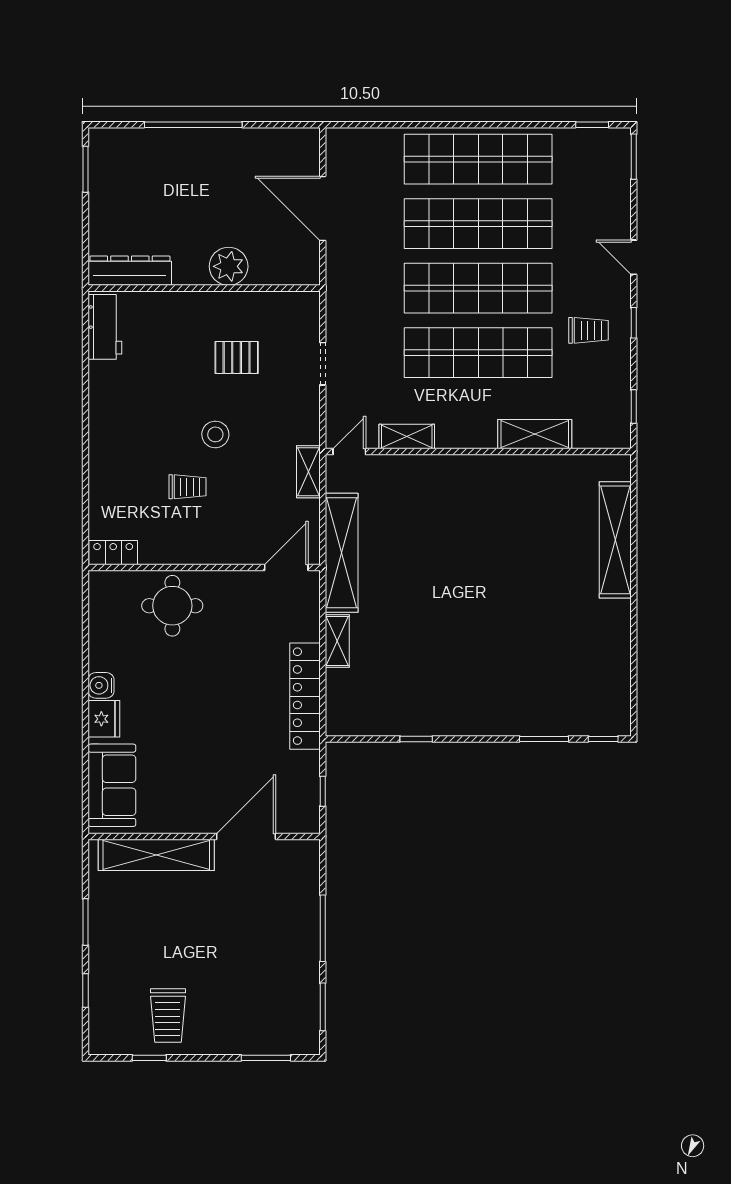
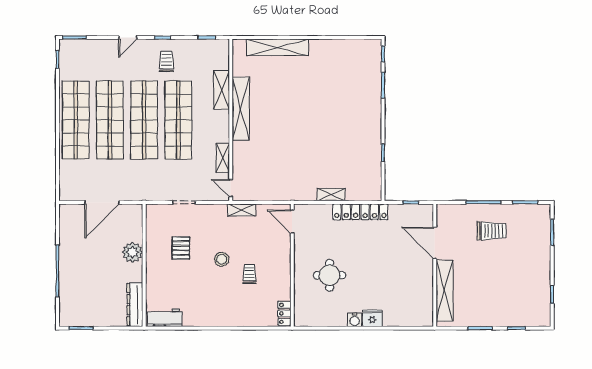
shelving: (342, 553) -> (241, 109), moved, turned 90
round table: (172, 606) -> (330, 275), moved
sofa: (112, 785) -> (408, 314), removed
trolley: (168, 1016) -> (492, 231), moved

